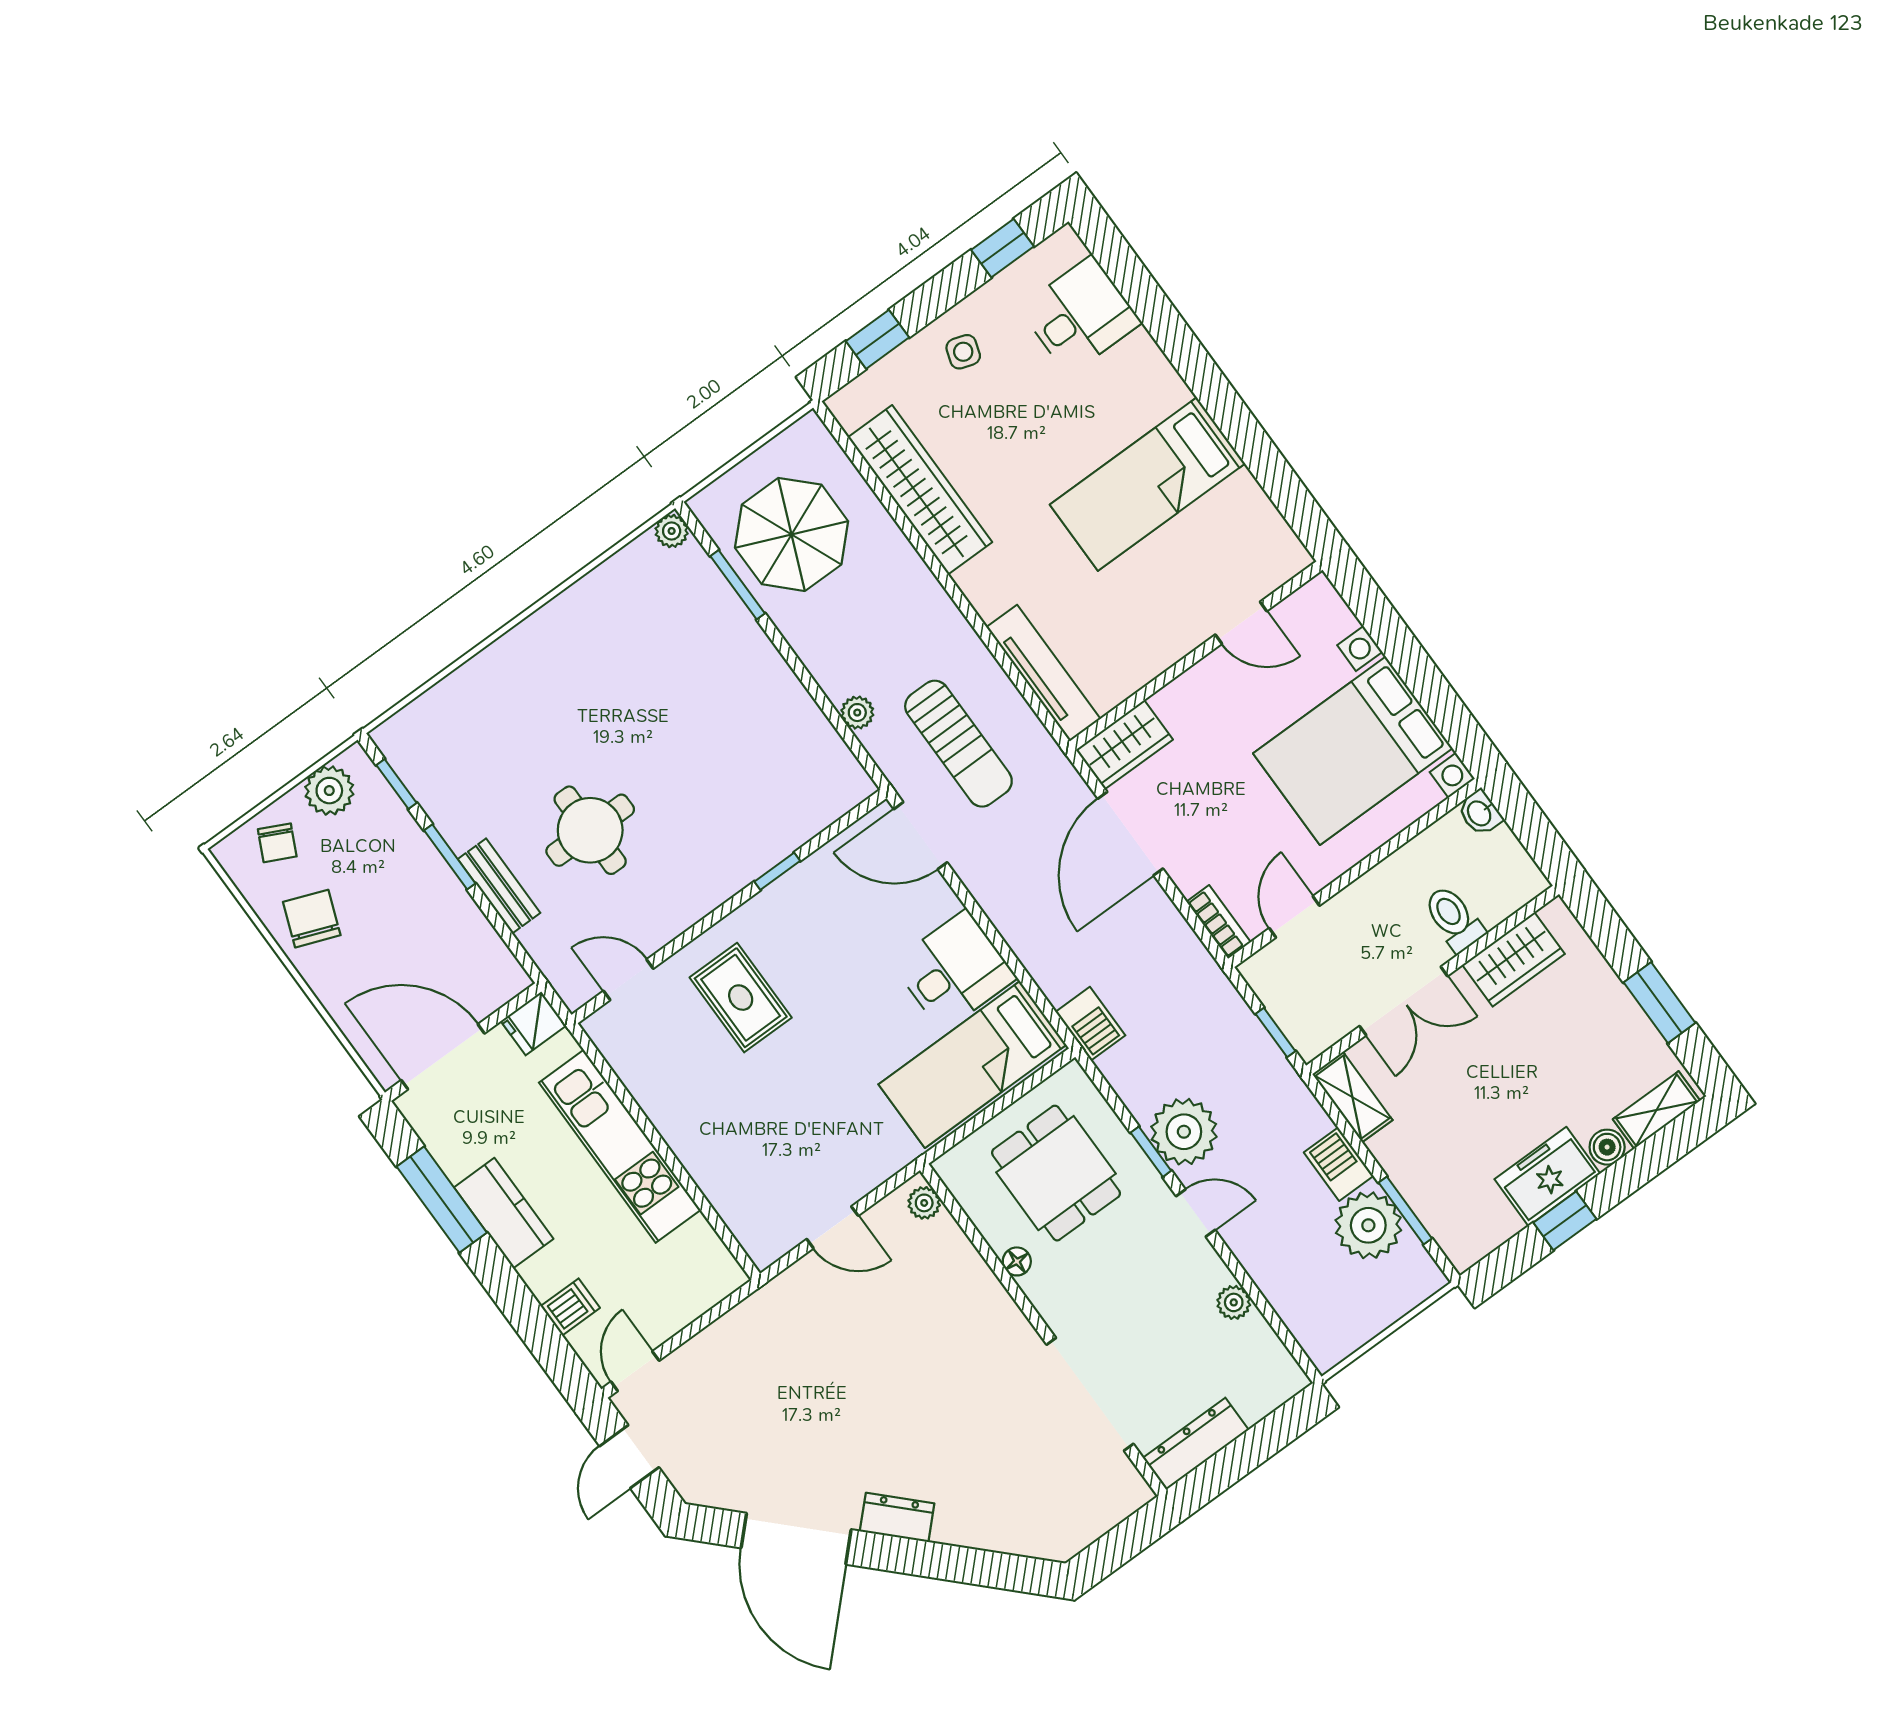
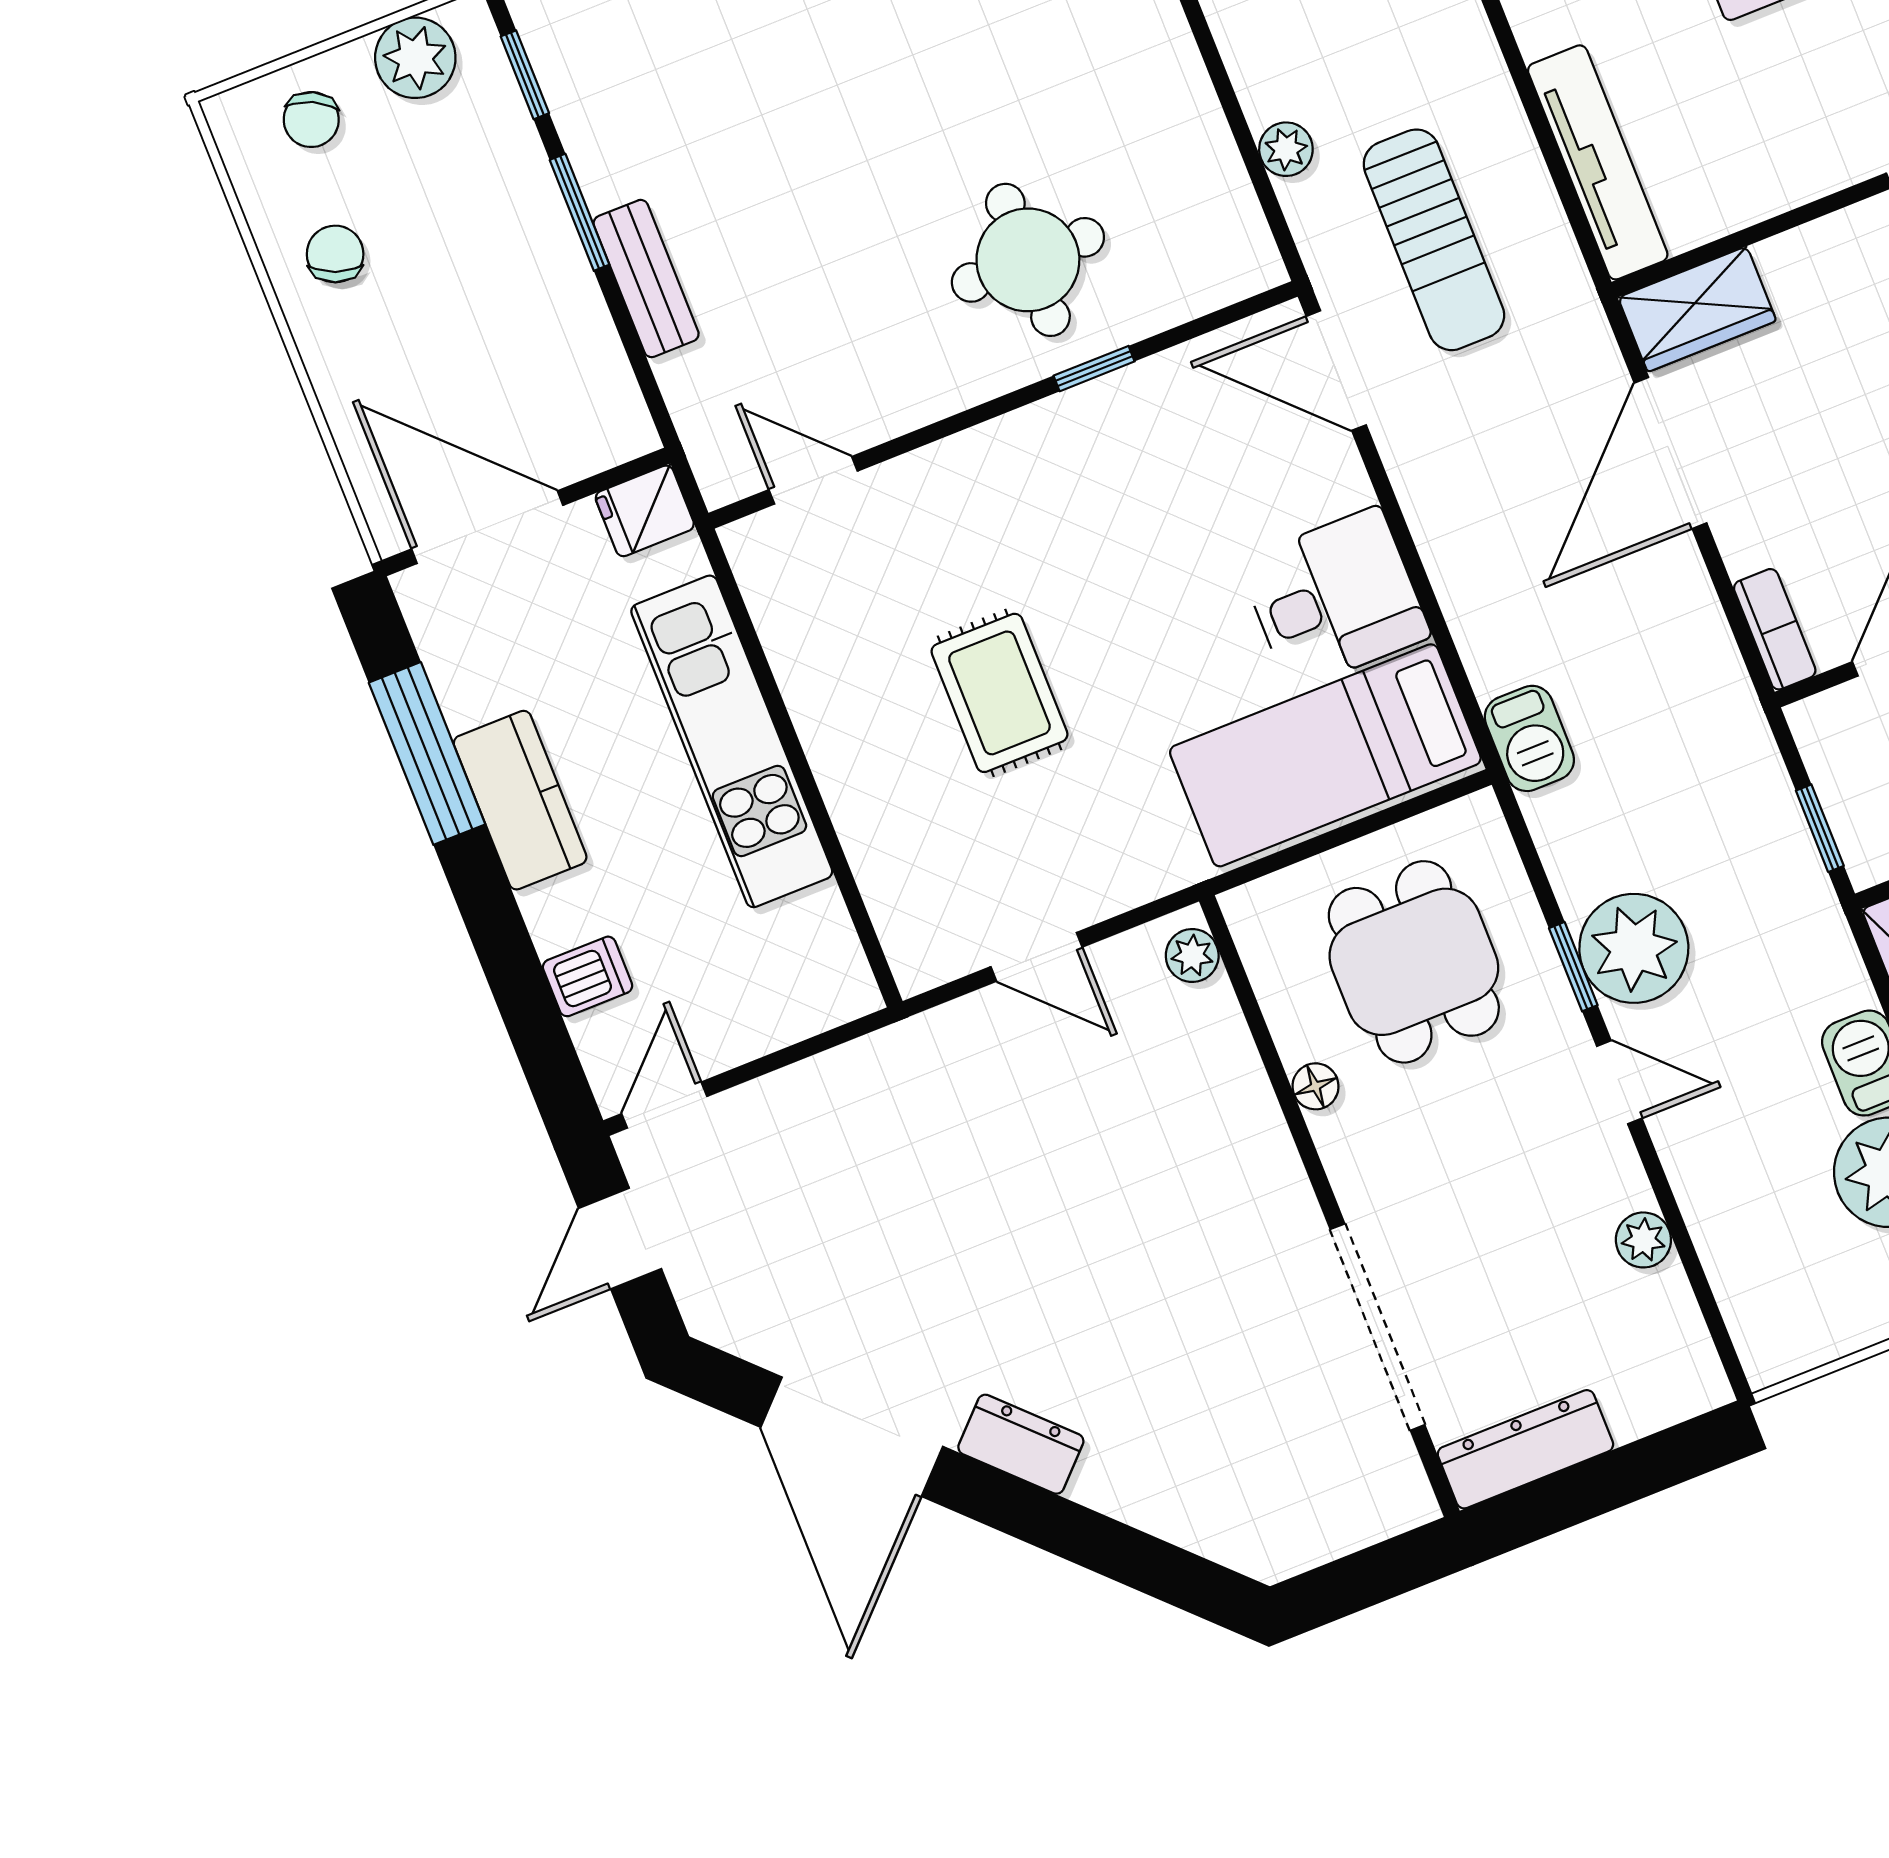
round table: (590, 830) -> (1028, 260), moved
chair: (312, 919) -> (335, 254), width x0.73, depth x0.73
rug: (741, 998) -> (999, 693), moved

